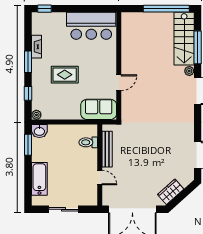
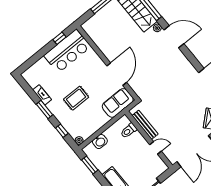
window: (45, 9) -> (59, 38), moved
door: (119, 83) -> (117, 74), width x1.88
washbasin: (39, 131) -> (100, 141), moved

